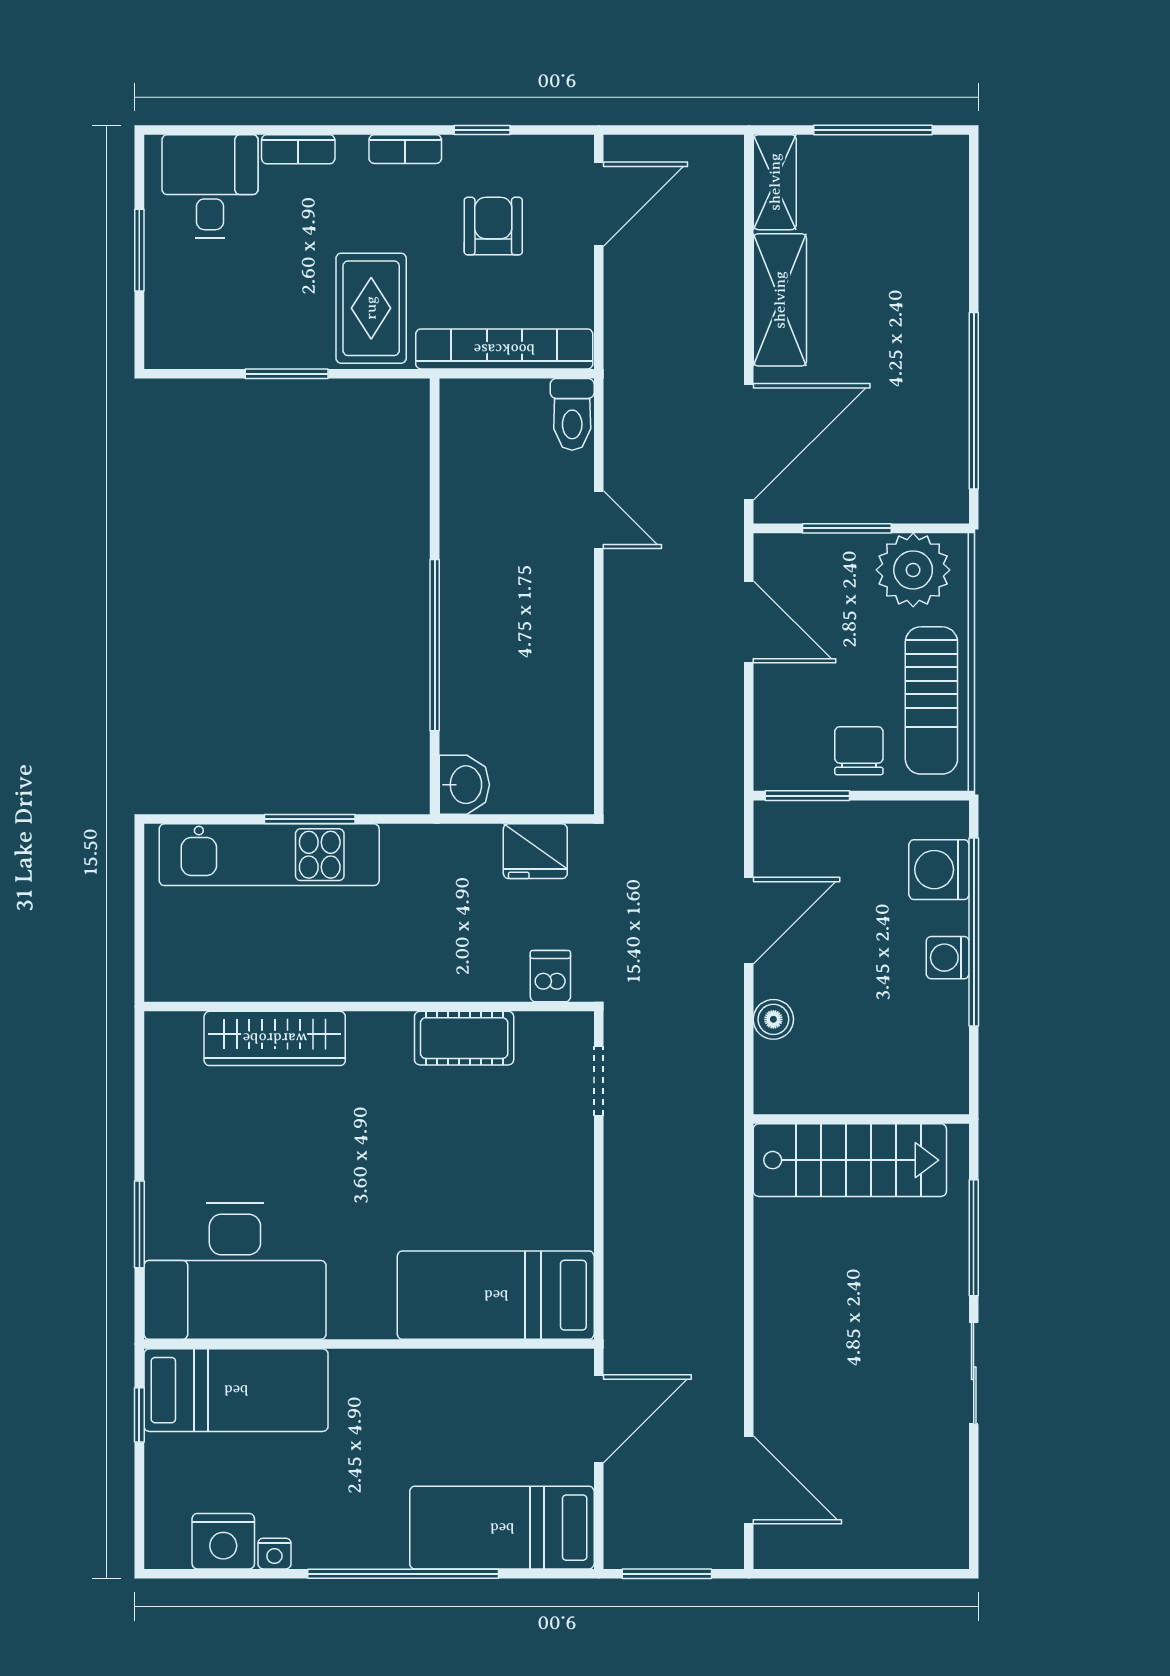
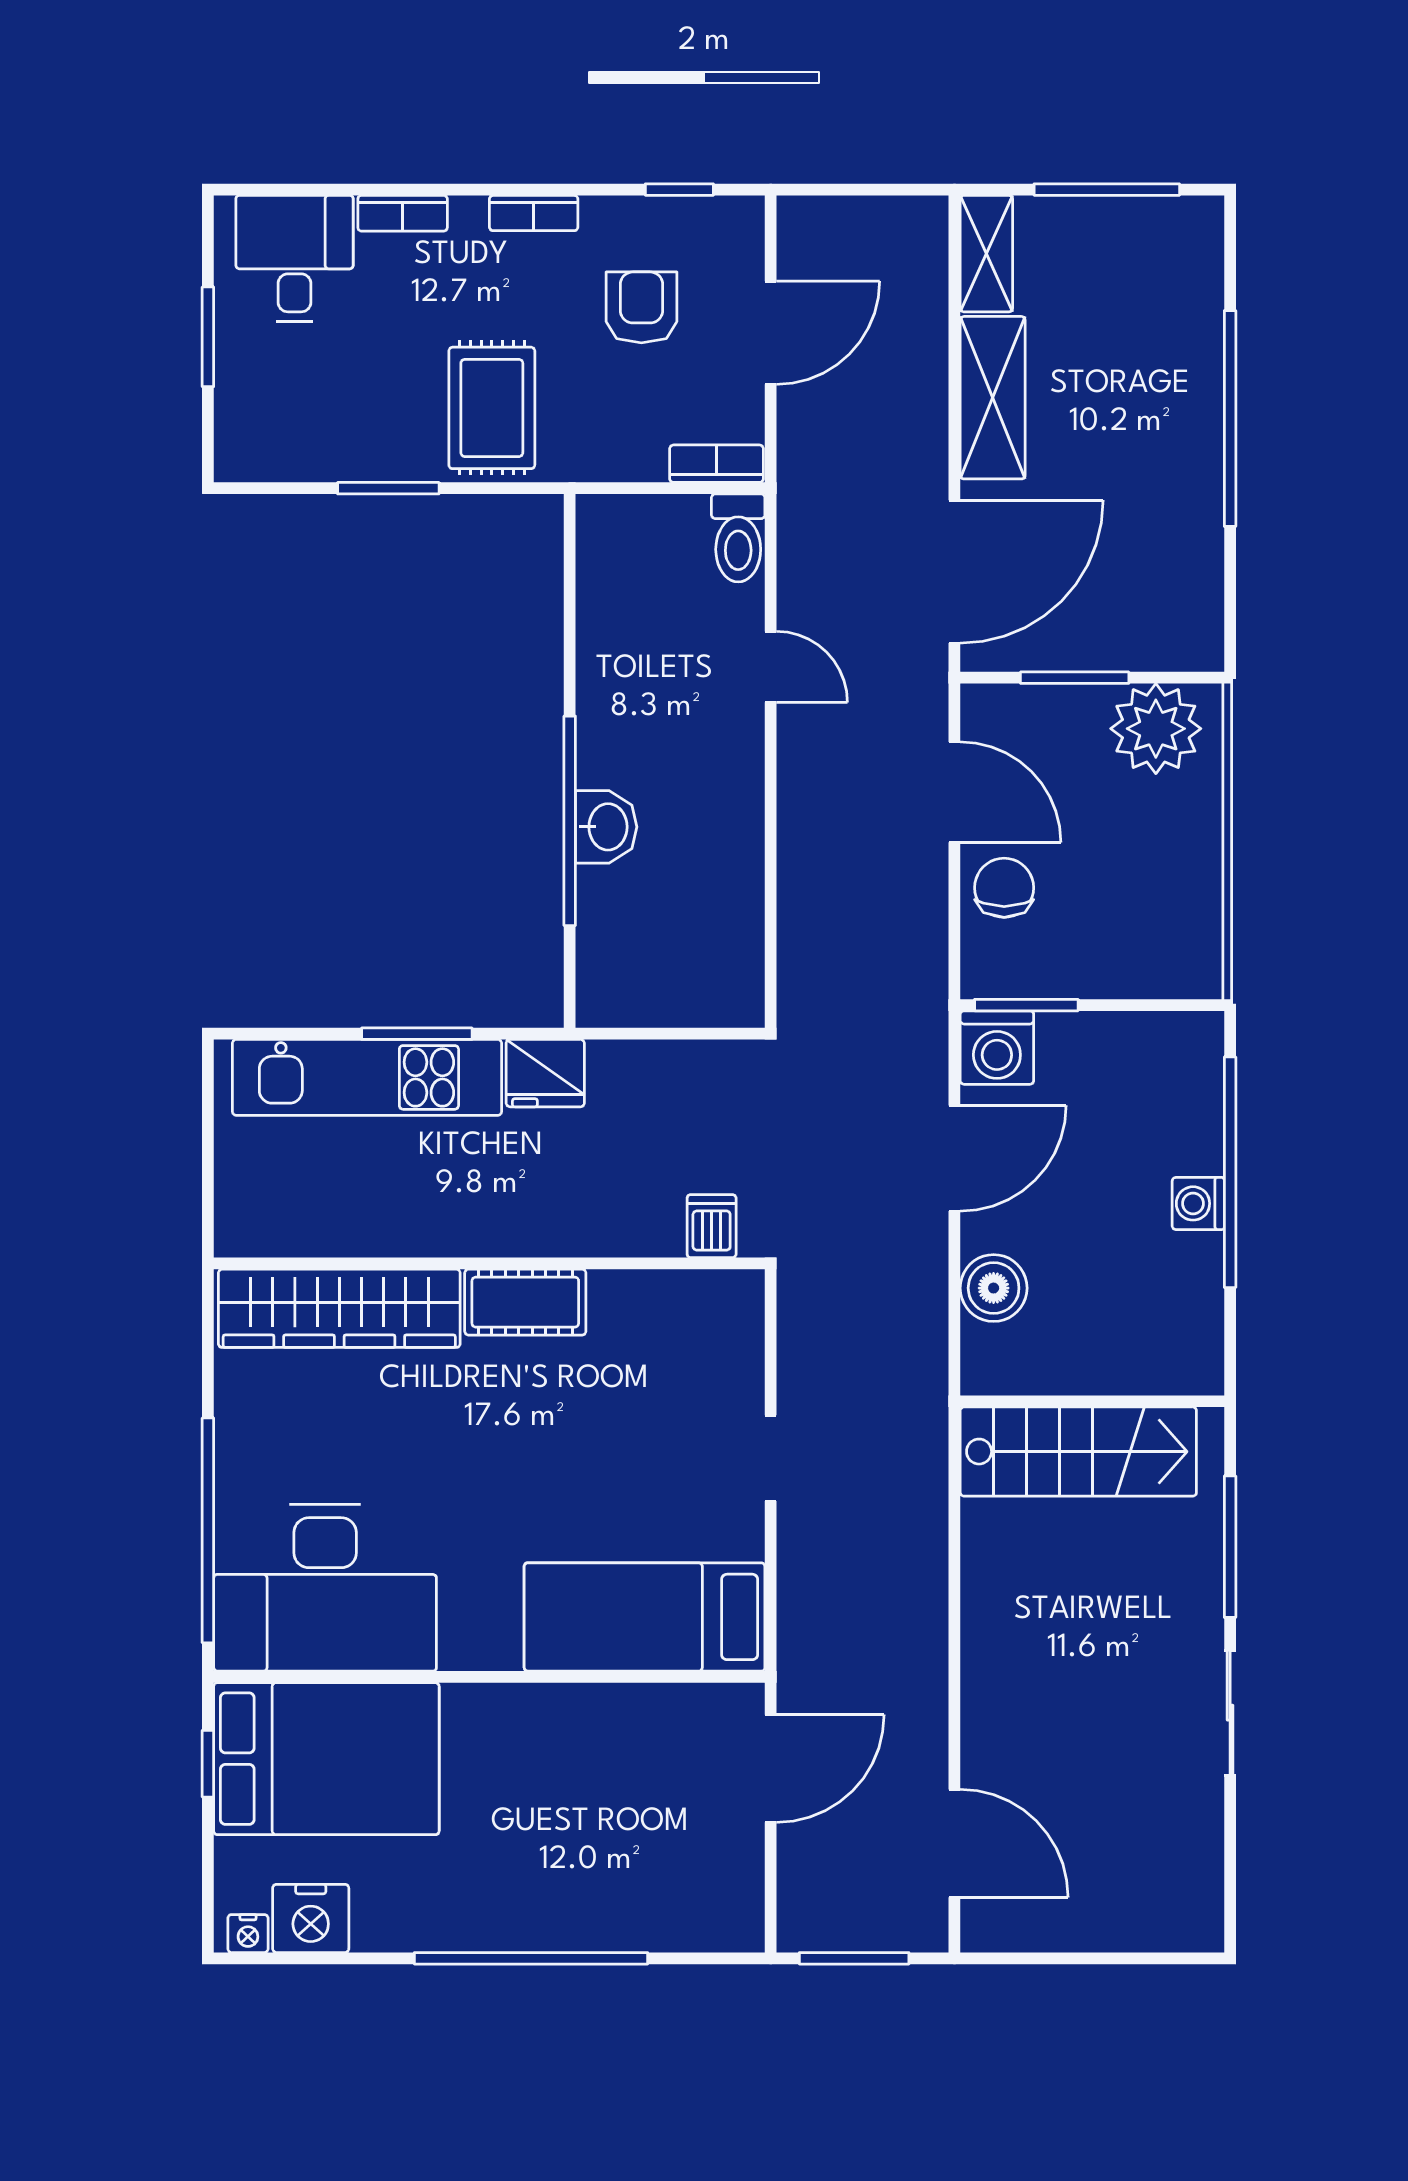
window: (482, 130) -> (679, 190), moved
door: (599, 204) -> (771, 333), moved
bookcase: (504, 349) -> (717, 464), width x0.43, depth x0.76
window: (974, 401) -> (1230, 418), moved
sun lounger: (931, 700) -> (1178, 888), removed
chair: (859, 751) -> (1004, 888), moved
washbasin: (464, 785) -> (606, 827), moved
fridge: (535, 851) -> (545, 1073), moved
washing machine: (939, 870) -> (997, 1048), moved, turned -90
boiler: (773, 1019) -> (994, 1288), width x1.36, depth x1.36
wardrobe: (275, 1038) -> (339, 1308), width x1.40, depth x1.17
cot: (464, 1038) -> (525, 1302), moved
doorway: (599, 1081) -> (771, 1458), moved
window: (139, 1224) -> (208, 1530), width x2.11
bed: (236, 1390) -> (326, 1759), width x1.50
bed: (502, 1528) -> (652, 1902), removed
nightstand: (274, 1554) -> (248, 1934), moved

